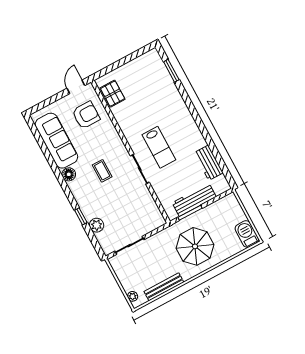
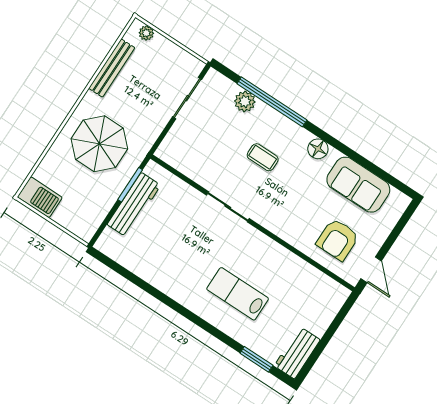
pallet: (113, 94) -> (318, 287), removed
sofa: (56, 141) -> (358, 185), width x0.73
lab bench: (159, 147) -> (238, 294), moved
workbench: (209, 163) -> (297, 353), moved, turned -90
coffee table: (102, 171) -> (263, 157), moved
window: (81, 216) -> (272, 102), width x3.17

